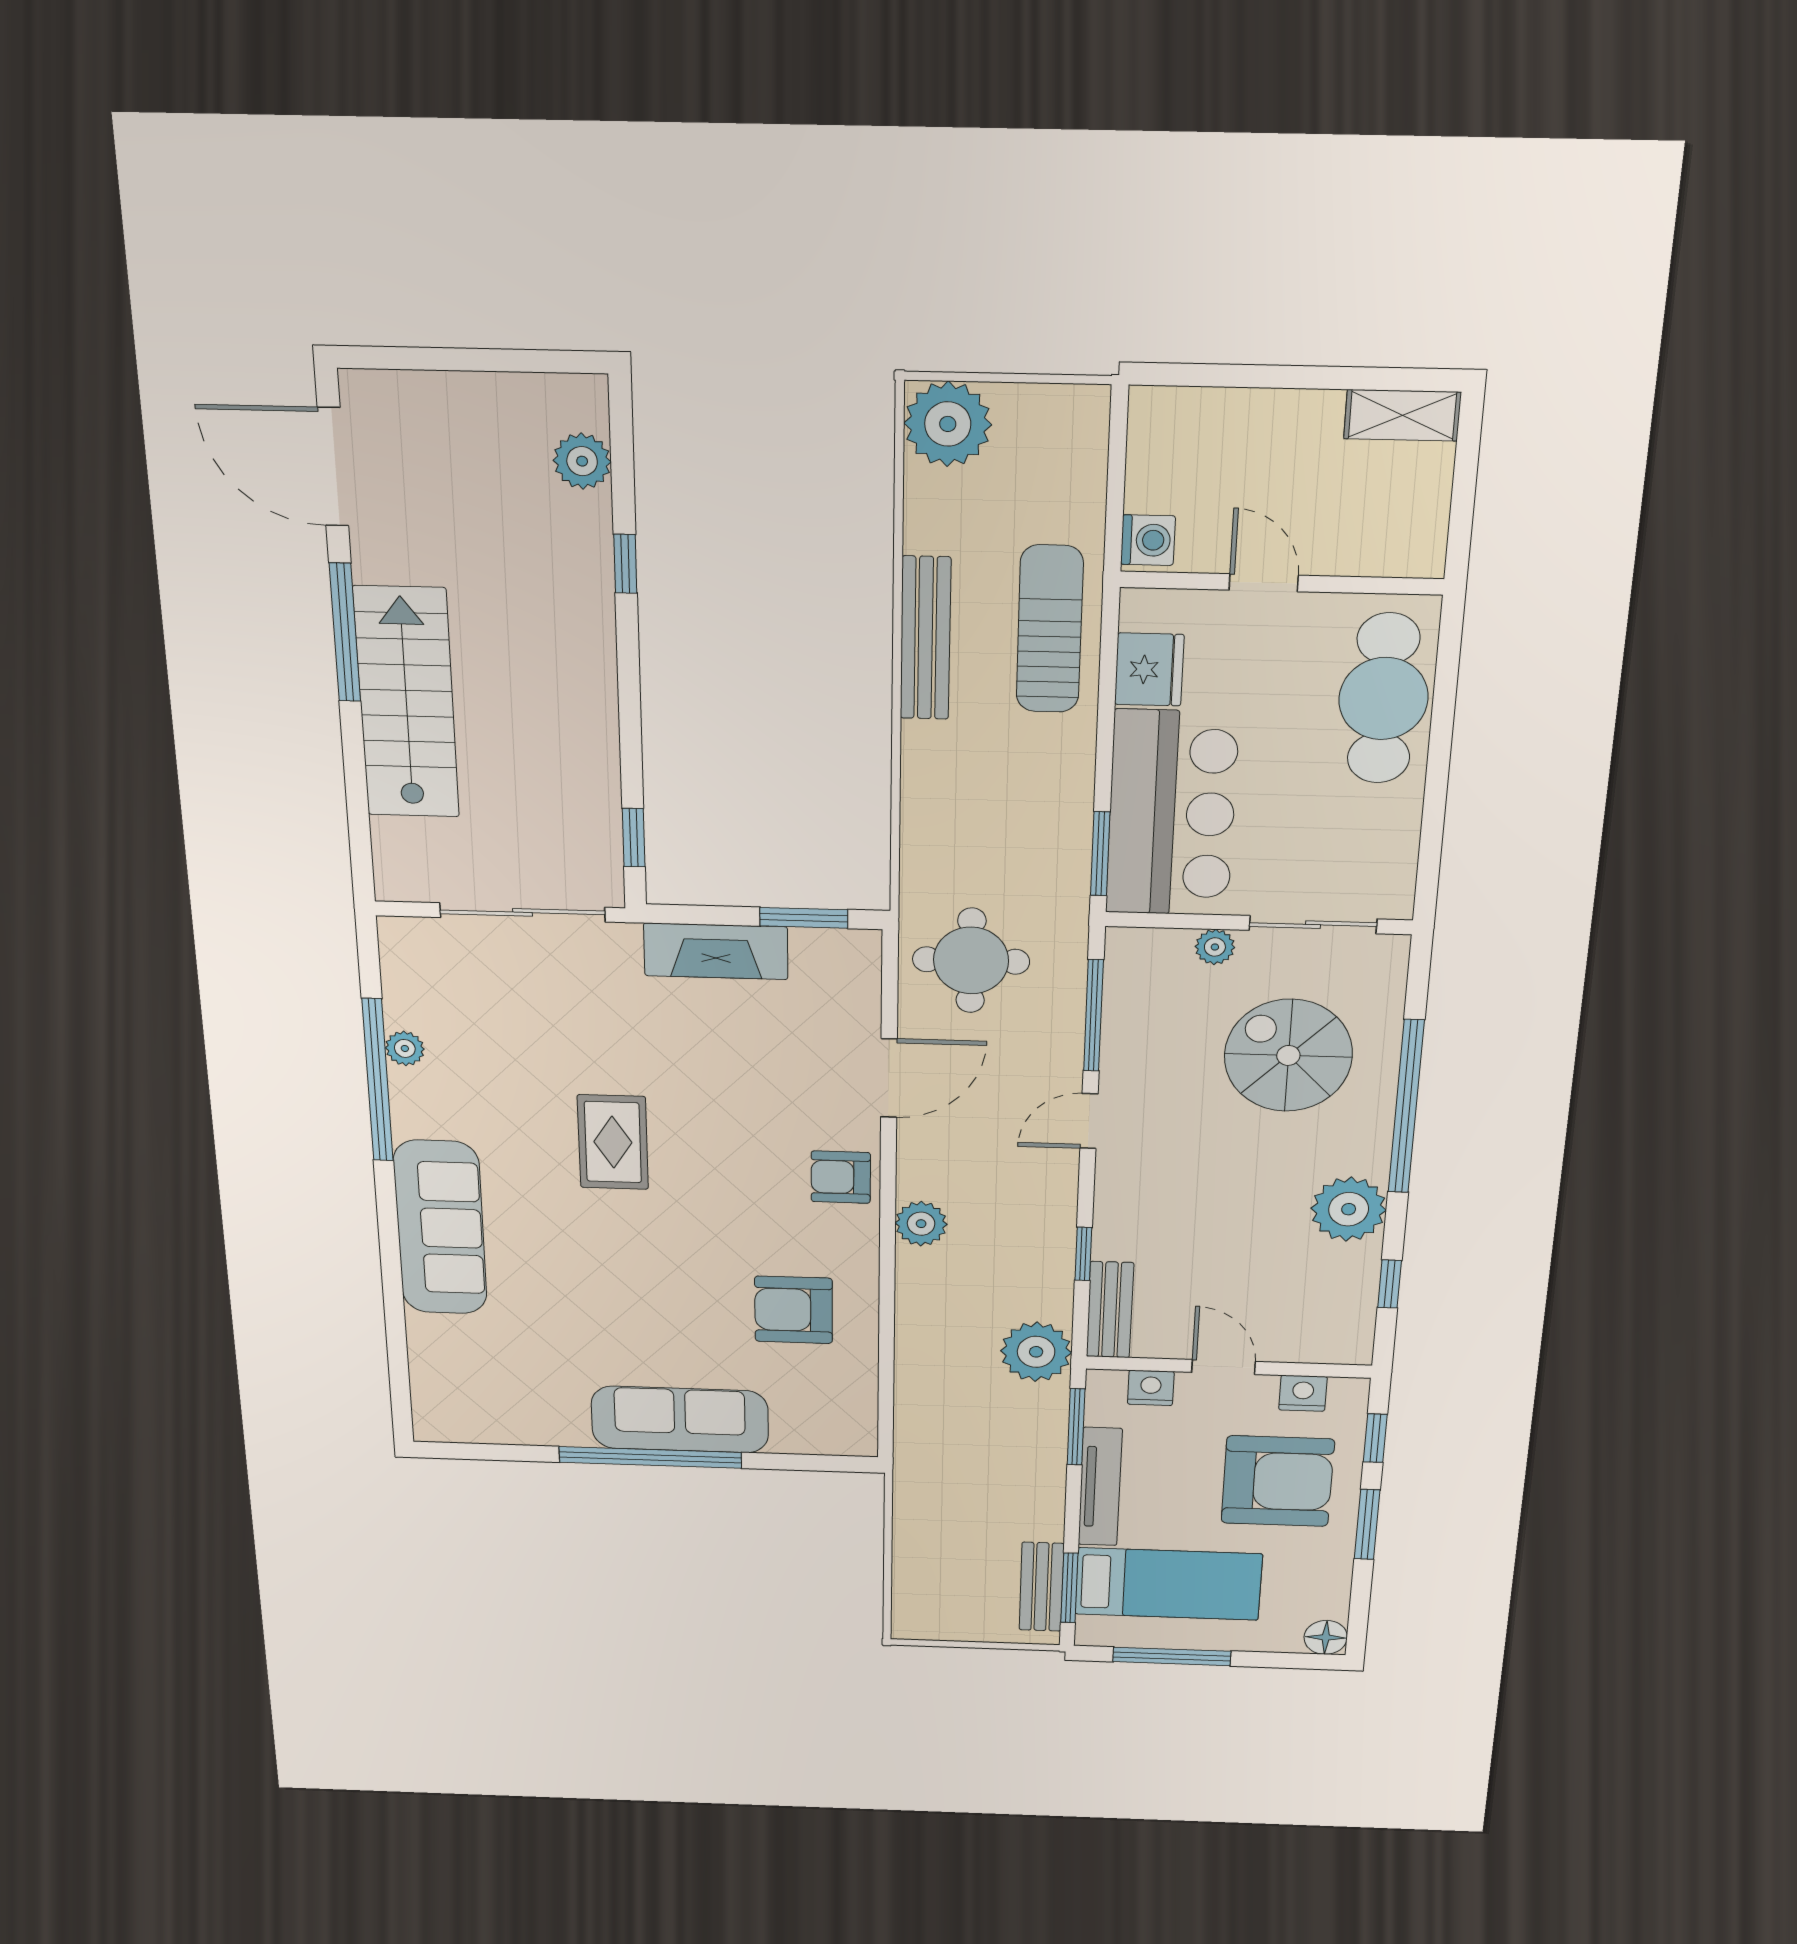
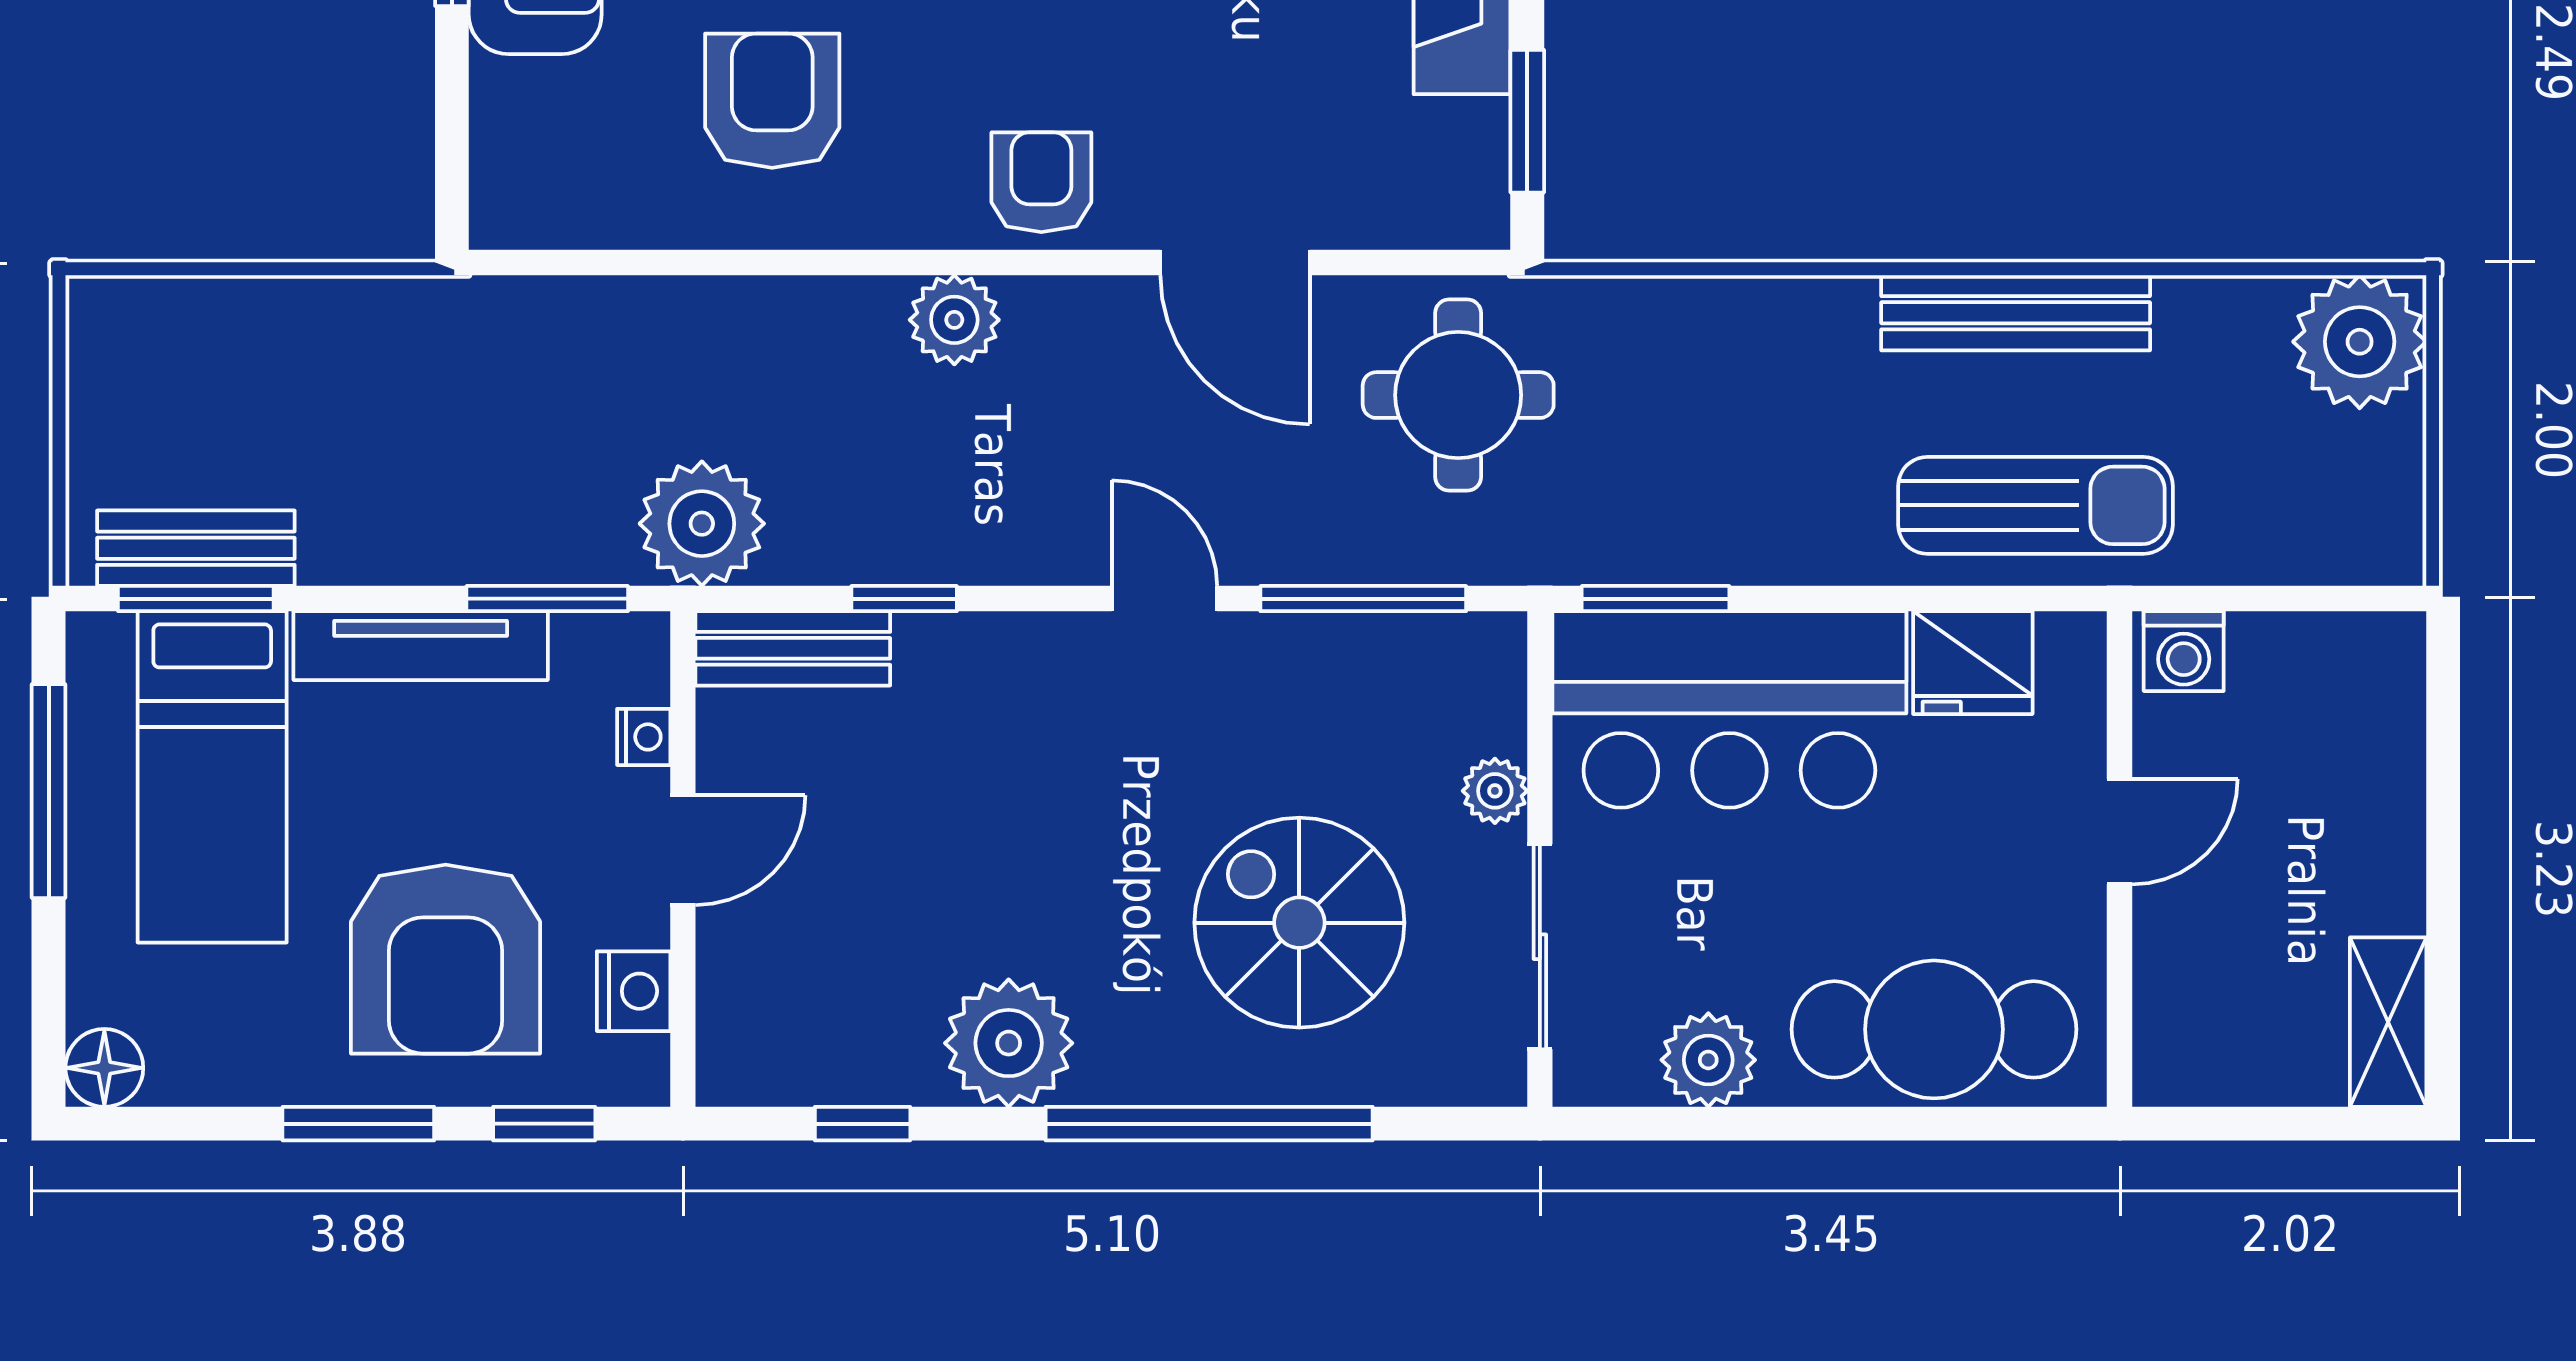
plant: (1392, 831) -> (1708, 1060), added
spiral stairs: (1288, 1055) -> (1299, 923), turned -90
nightstand: (1151, 1388) -> (644, 737), width x0.72, depth x0.74

